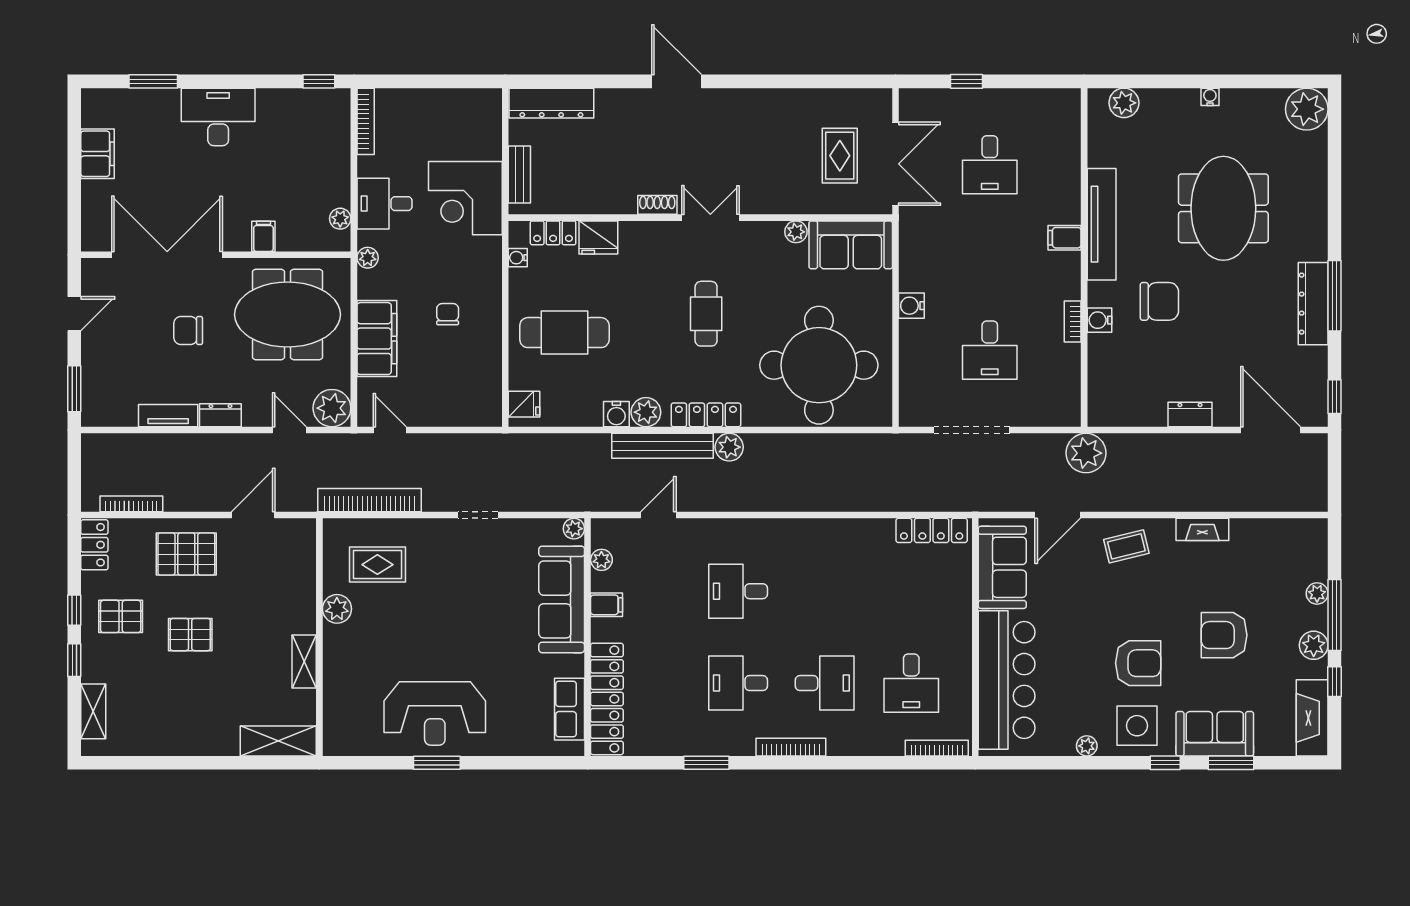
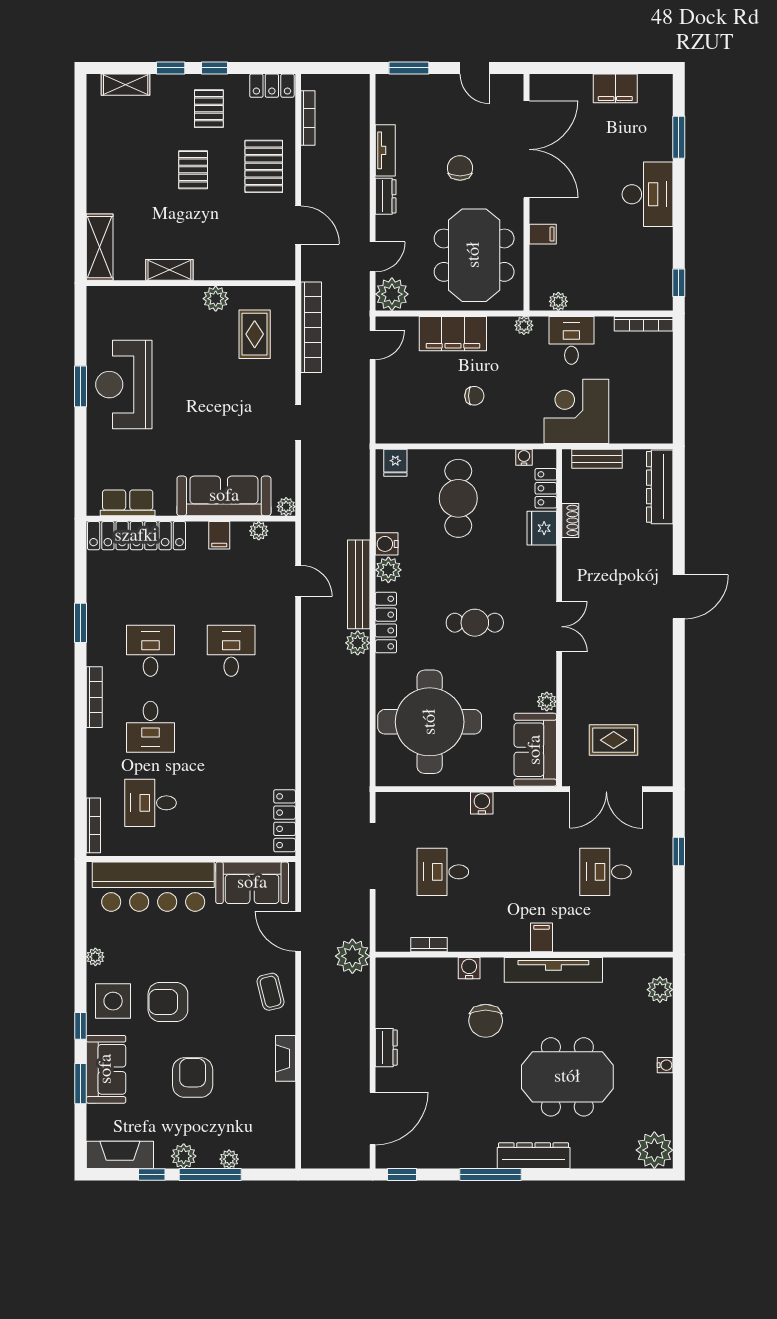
shoe rack: (657, 205) -> (570, 520), moved
dresser: (1313, 304) -> (534, 1156), moved
bookcase: (1073, 321) -> (429, 945), moved
armchair: (1138, 663) -> (168, 1002), turned 90

